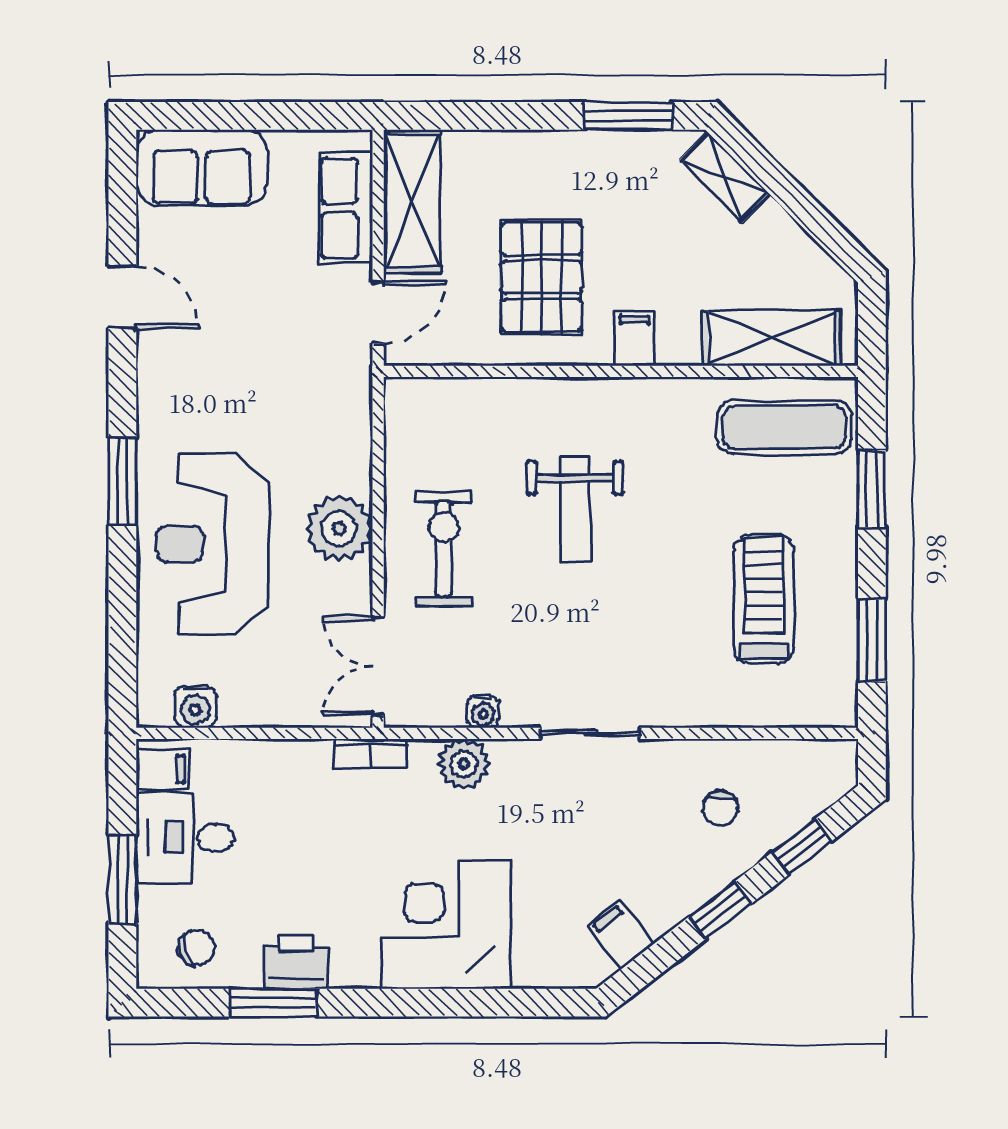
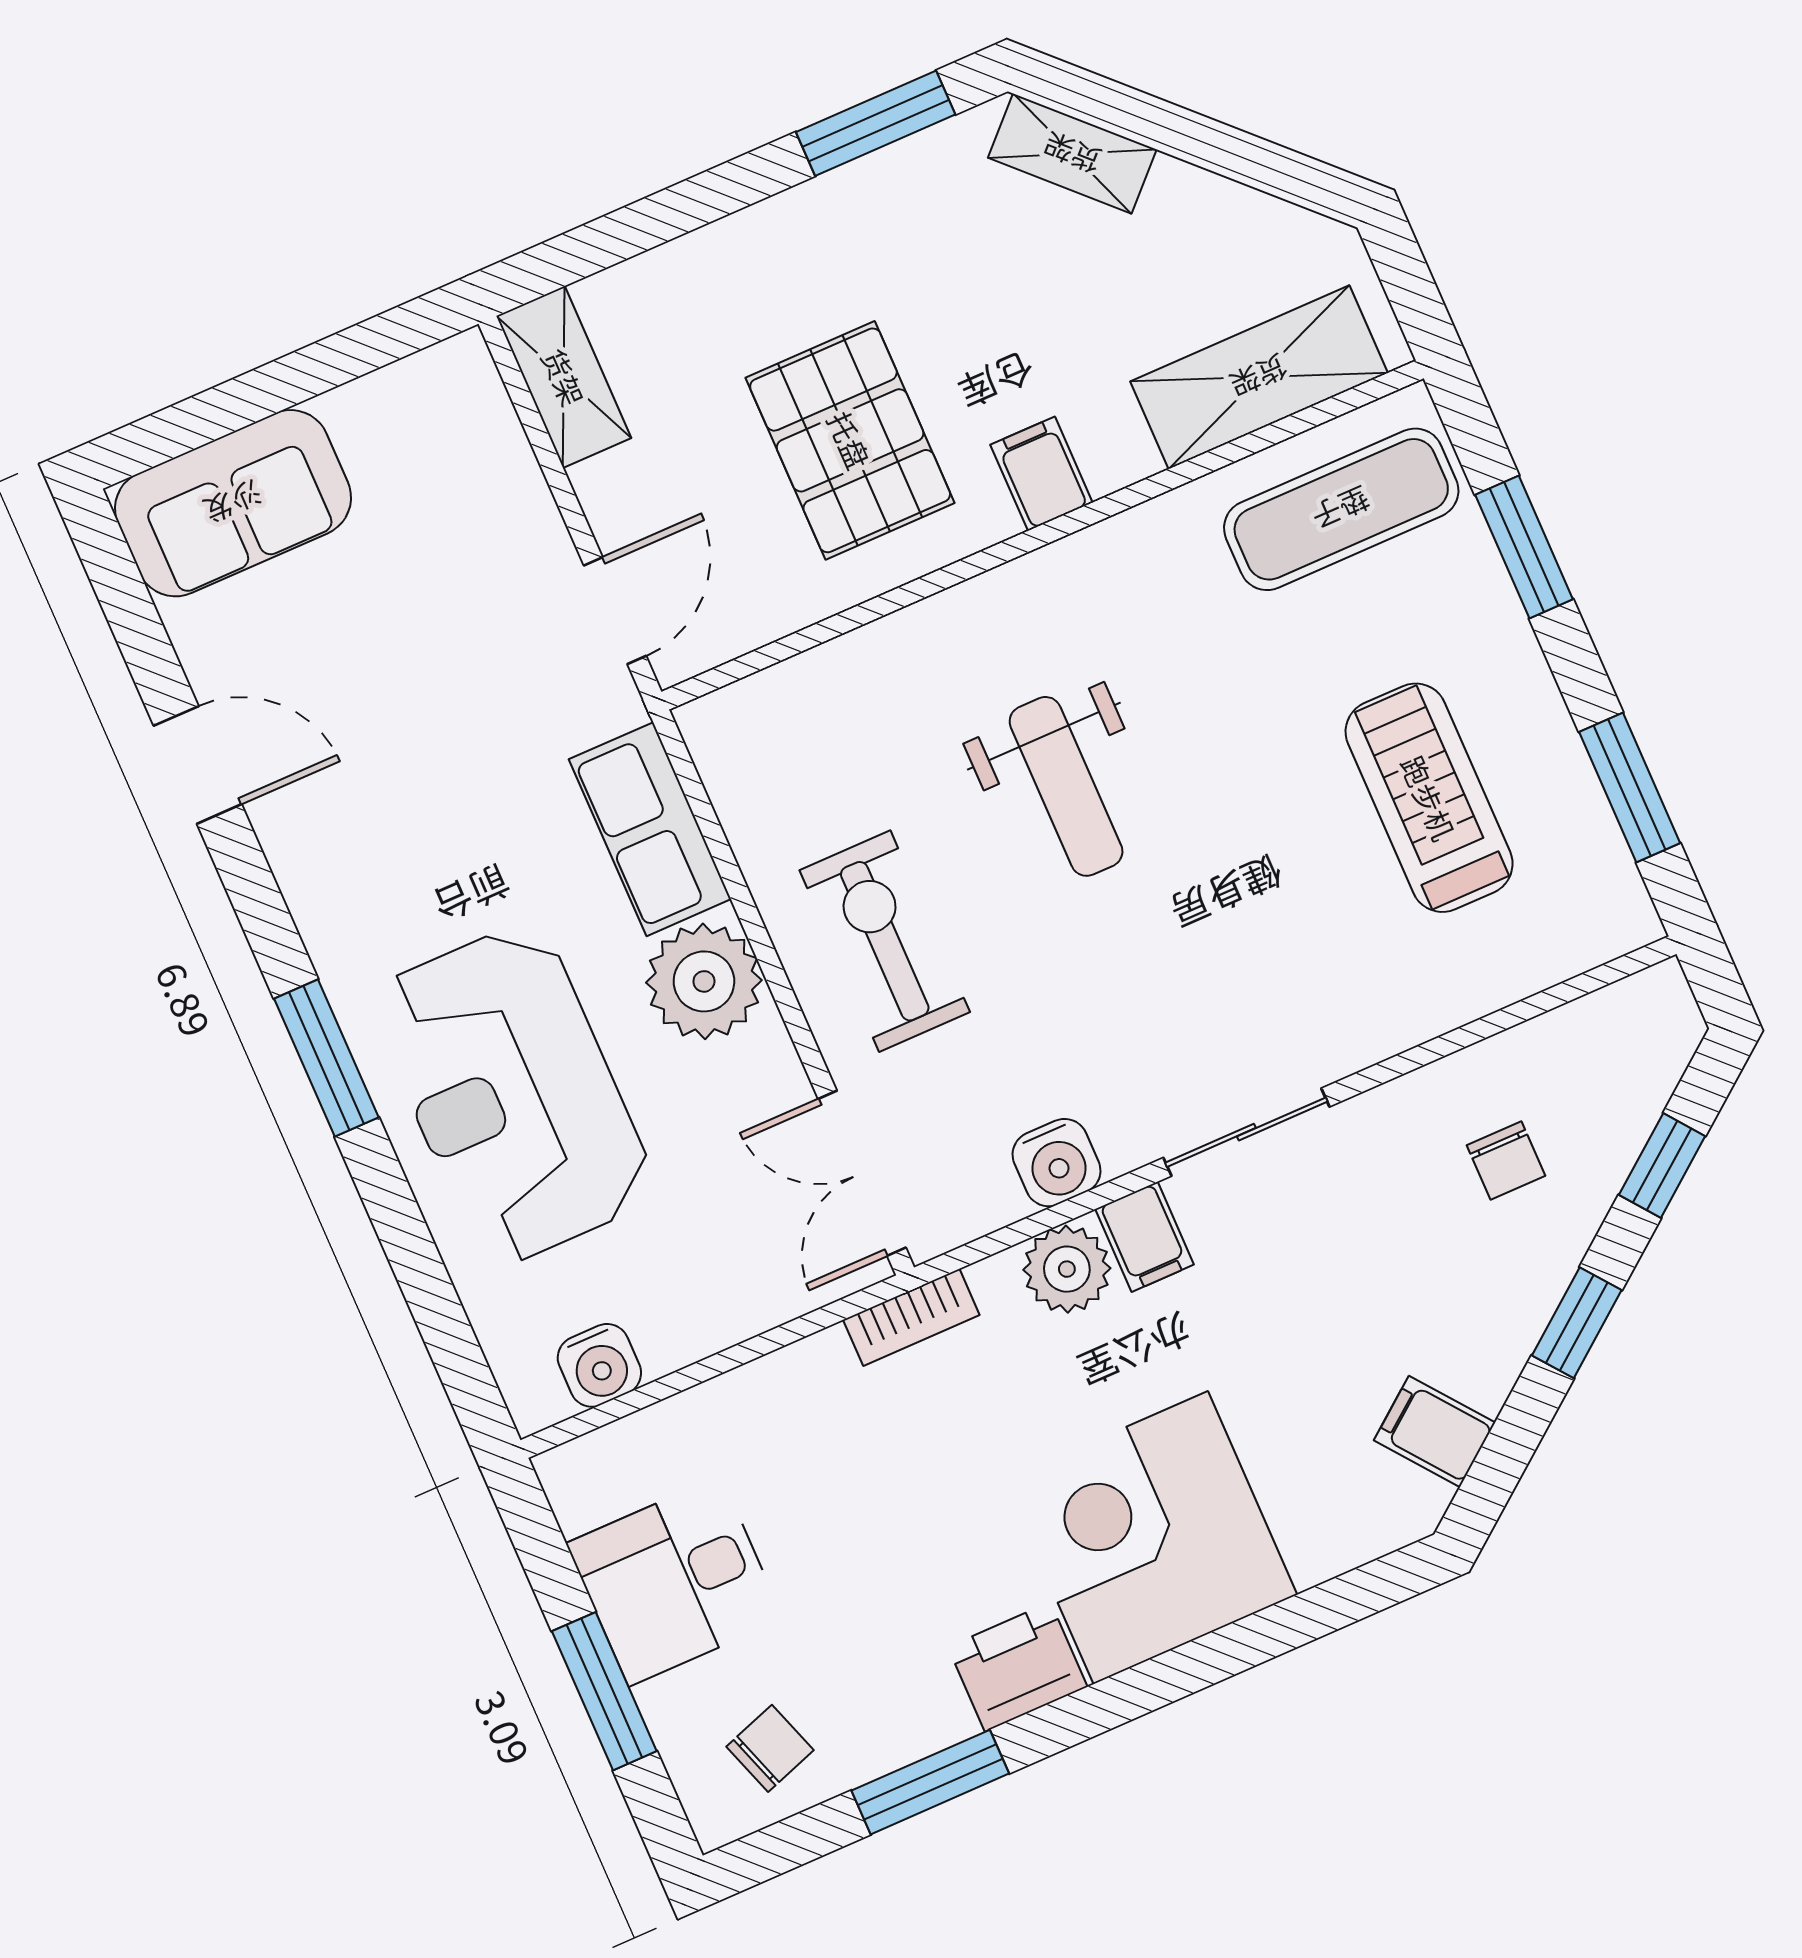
shelving: (412, 201) -> (564, 377), width x0.67, depth x0.75
row of seats: (346, 208) -> (650, 829), moved
water cooler: (483, 712) -> (1057, 1163), width x1.38, depth x1.38
filing cabinet: (162, 769) -> (1145, 1237), moved, turned 90
printer: (296, 962) -> (1018, 1667), moved

